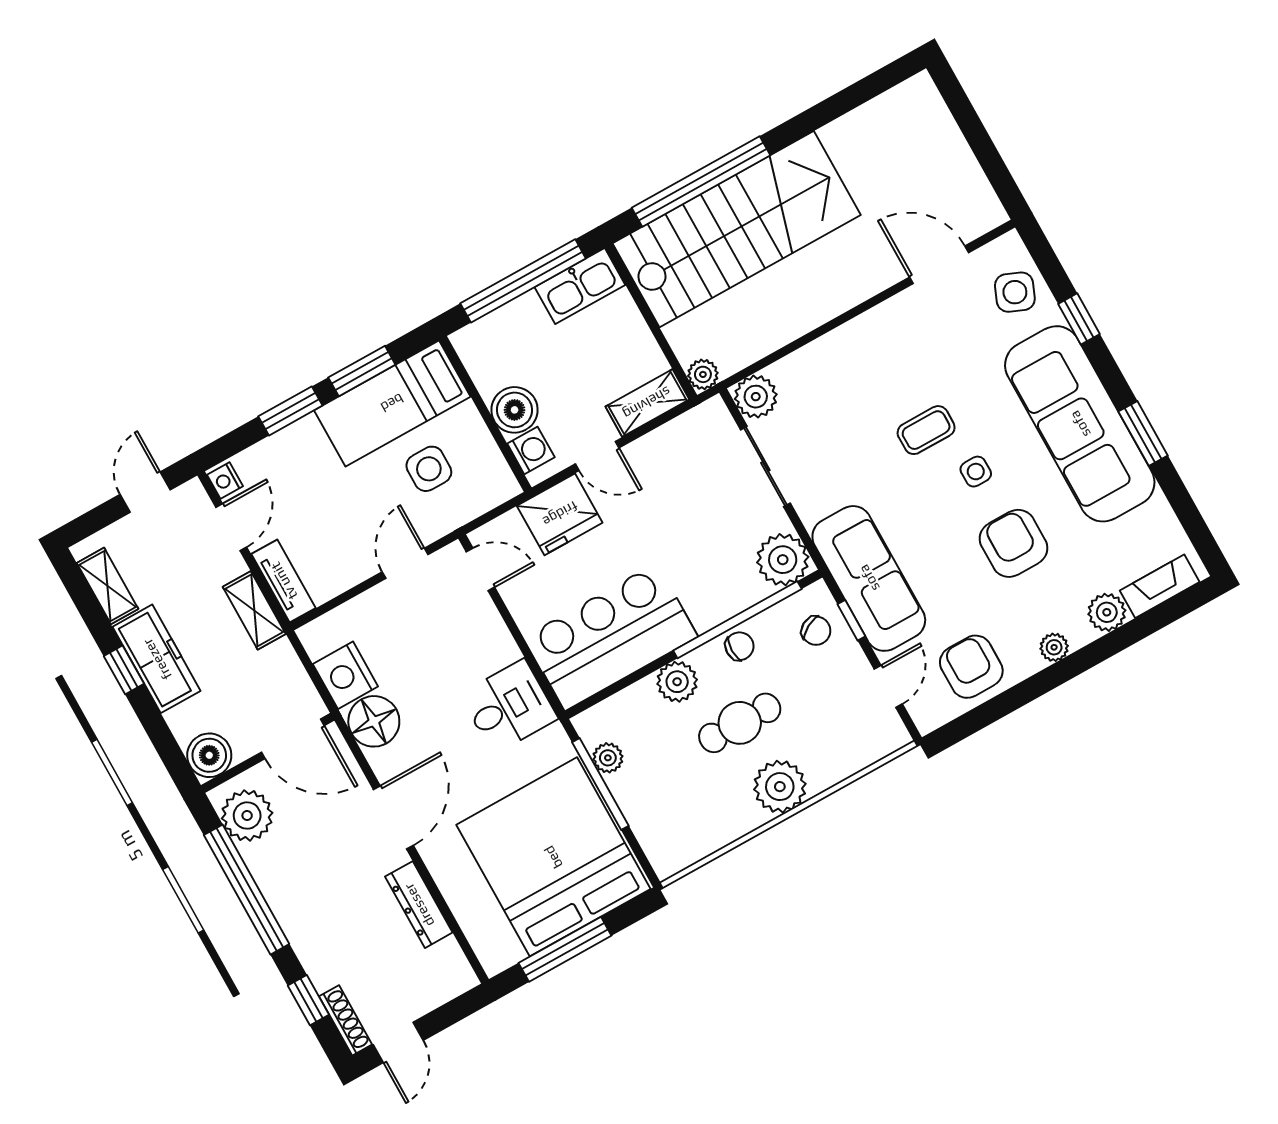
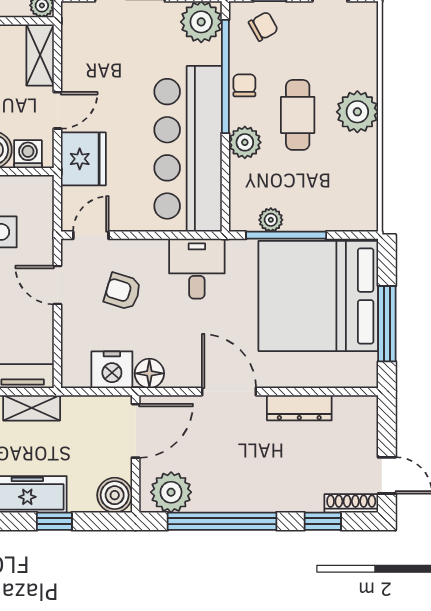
bar counter: (611, 637) -> (188, 149), width x1.36
armchair: (438, 639) -> (123, 291), added
window: (124, 670) -> (54, 521), moved
floor lamp: (374, 721) -> (149, 373), width x0.73, depth x0.73

